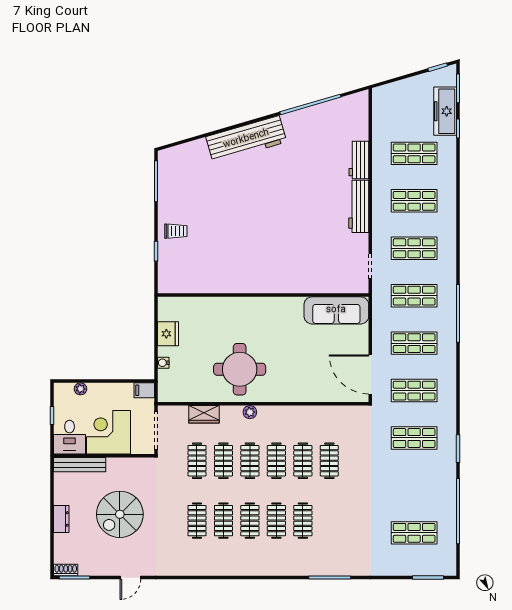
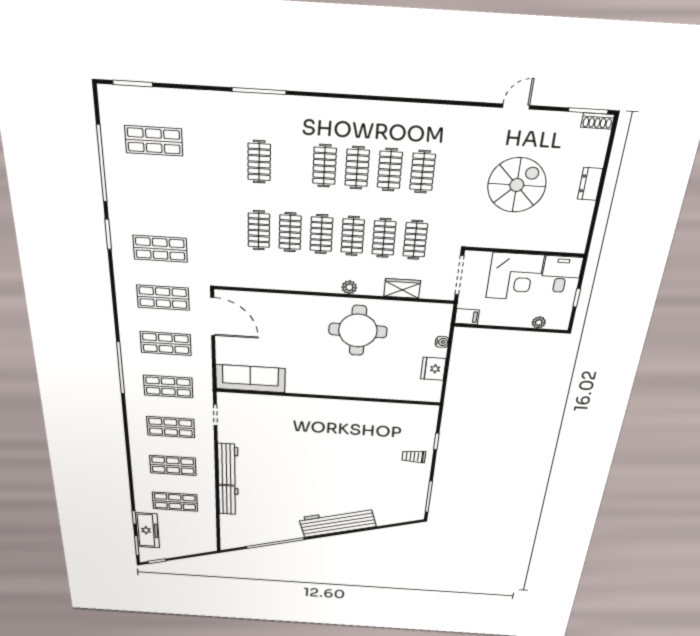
bench: (80, 465) -> (555, 244), removed
clothes rail: (303, 521) -> (259, 162), moved

